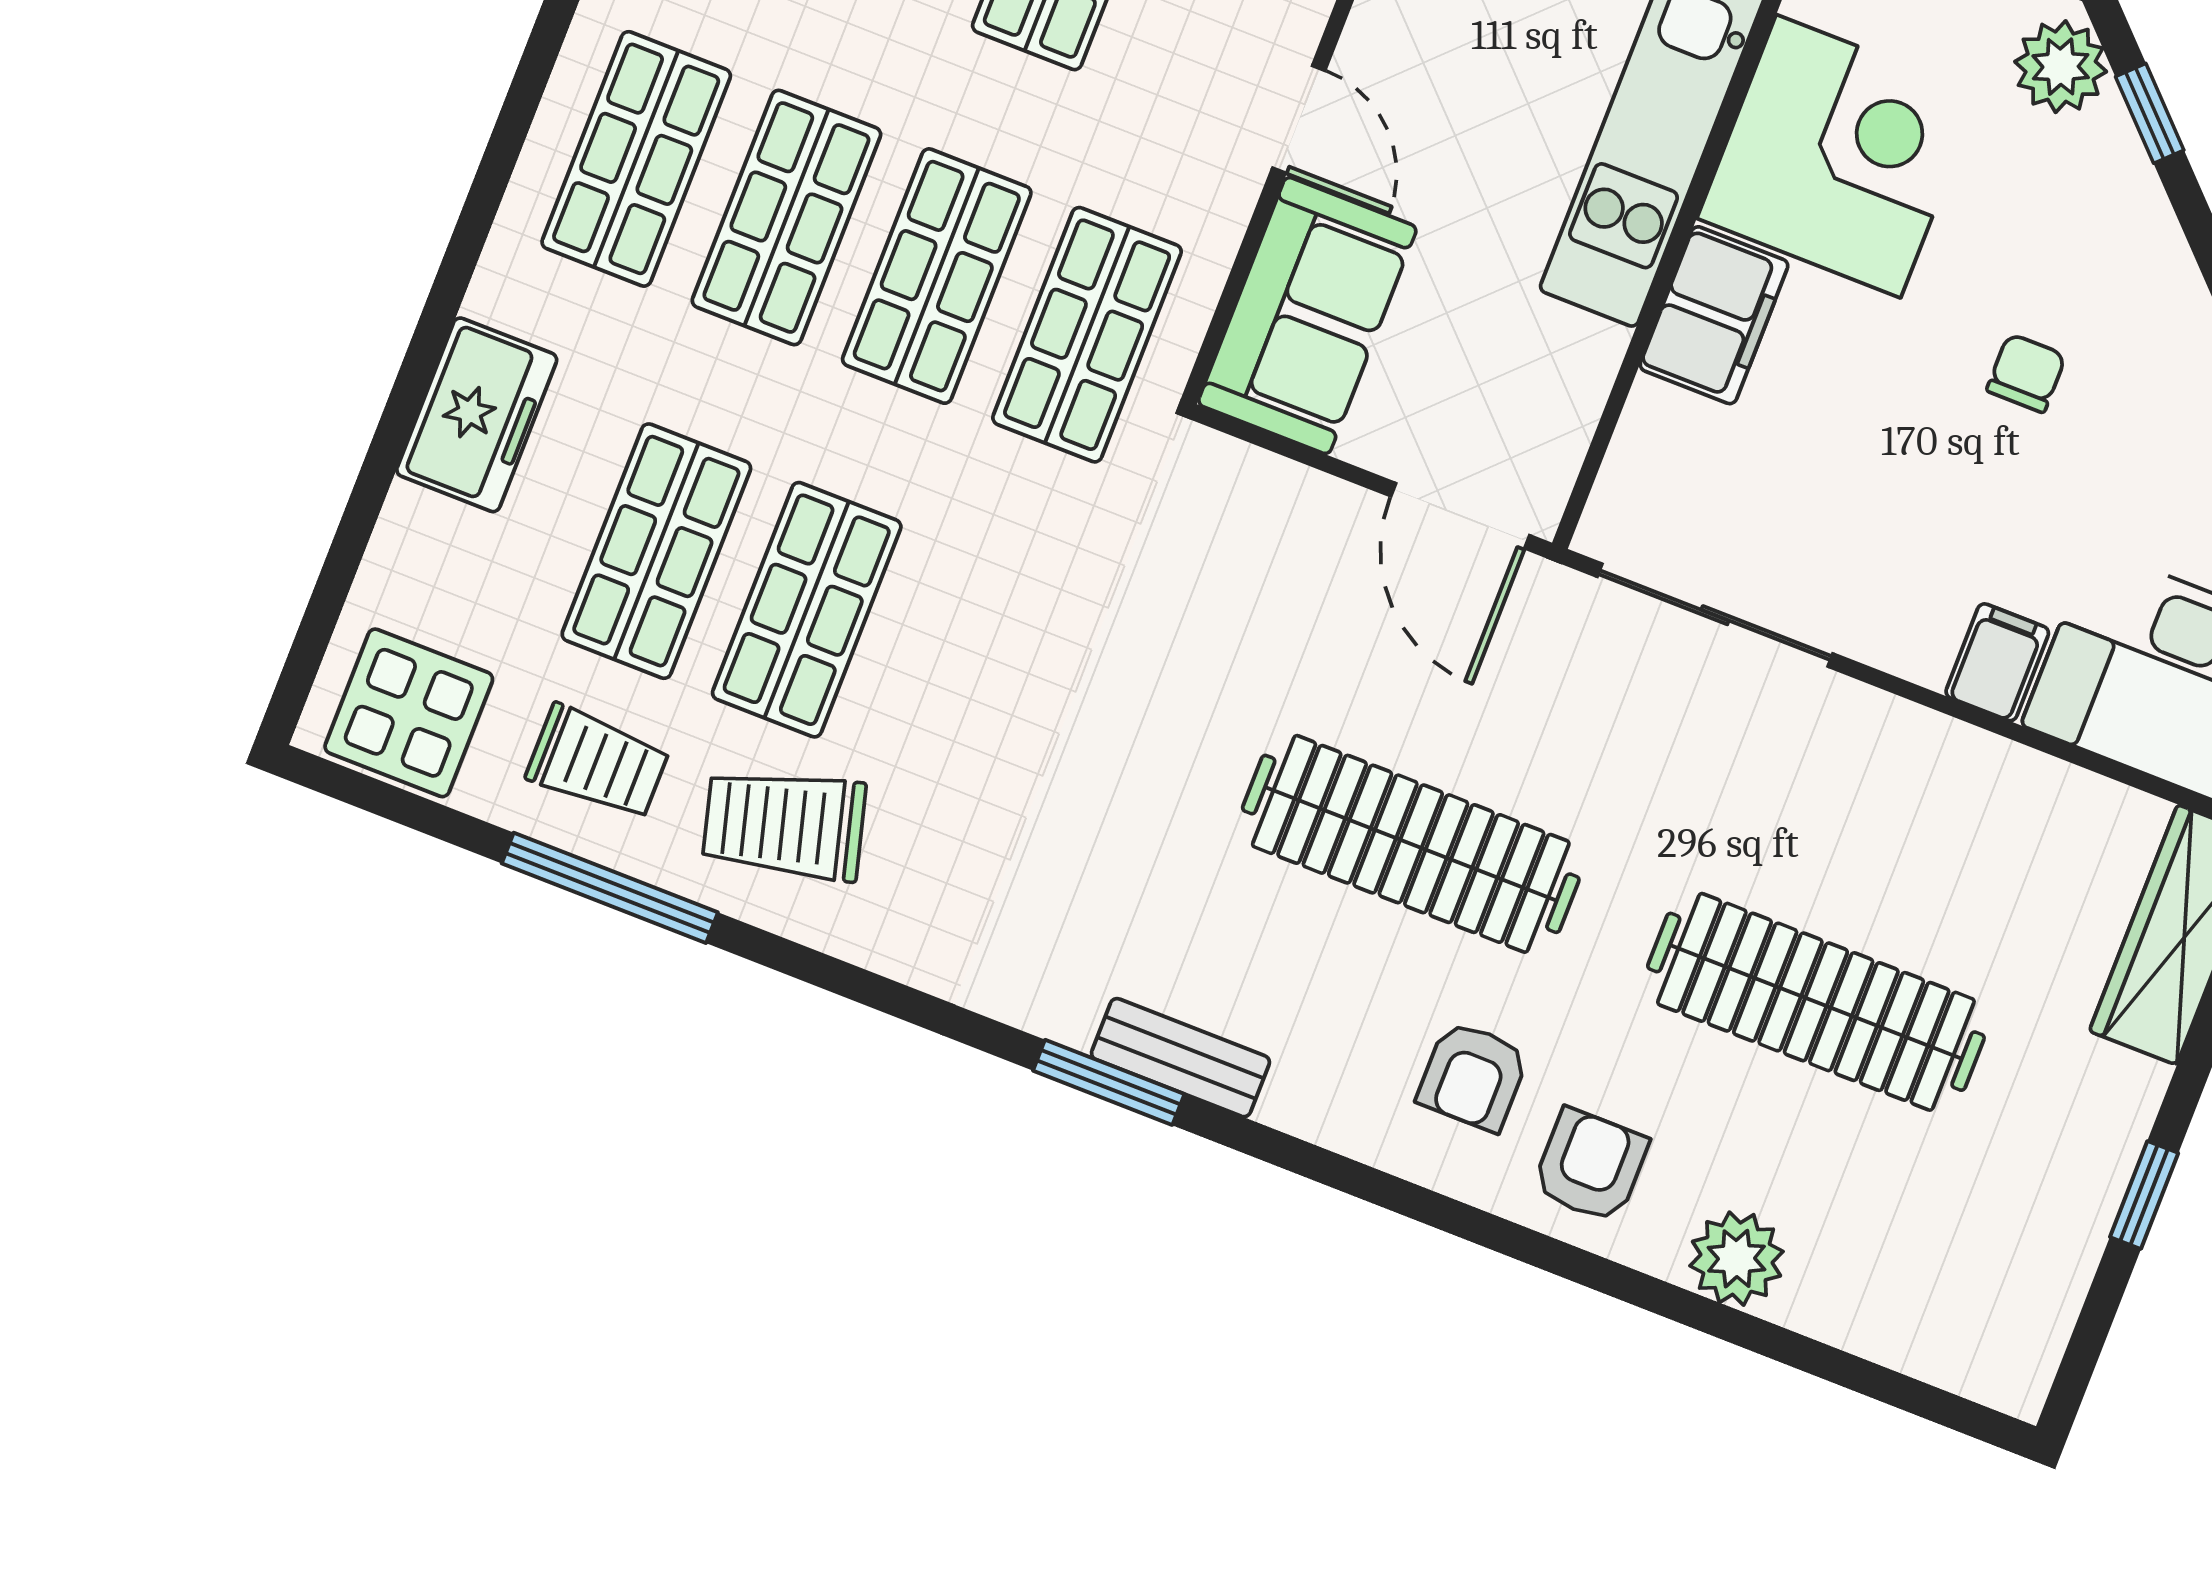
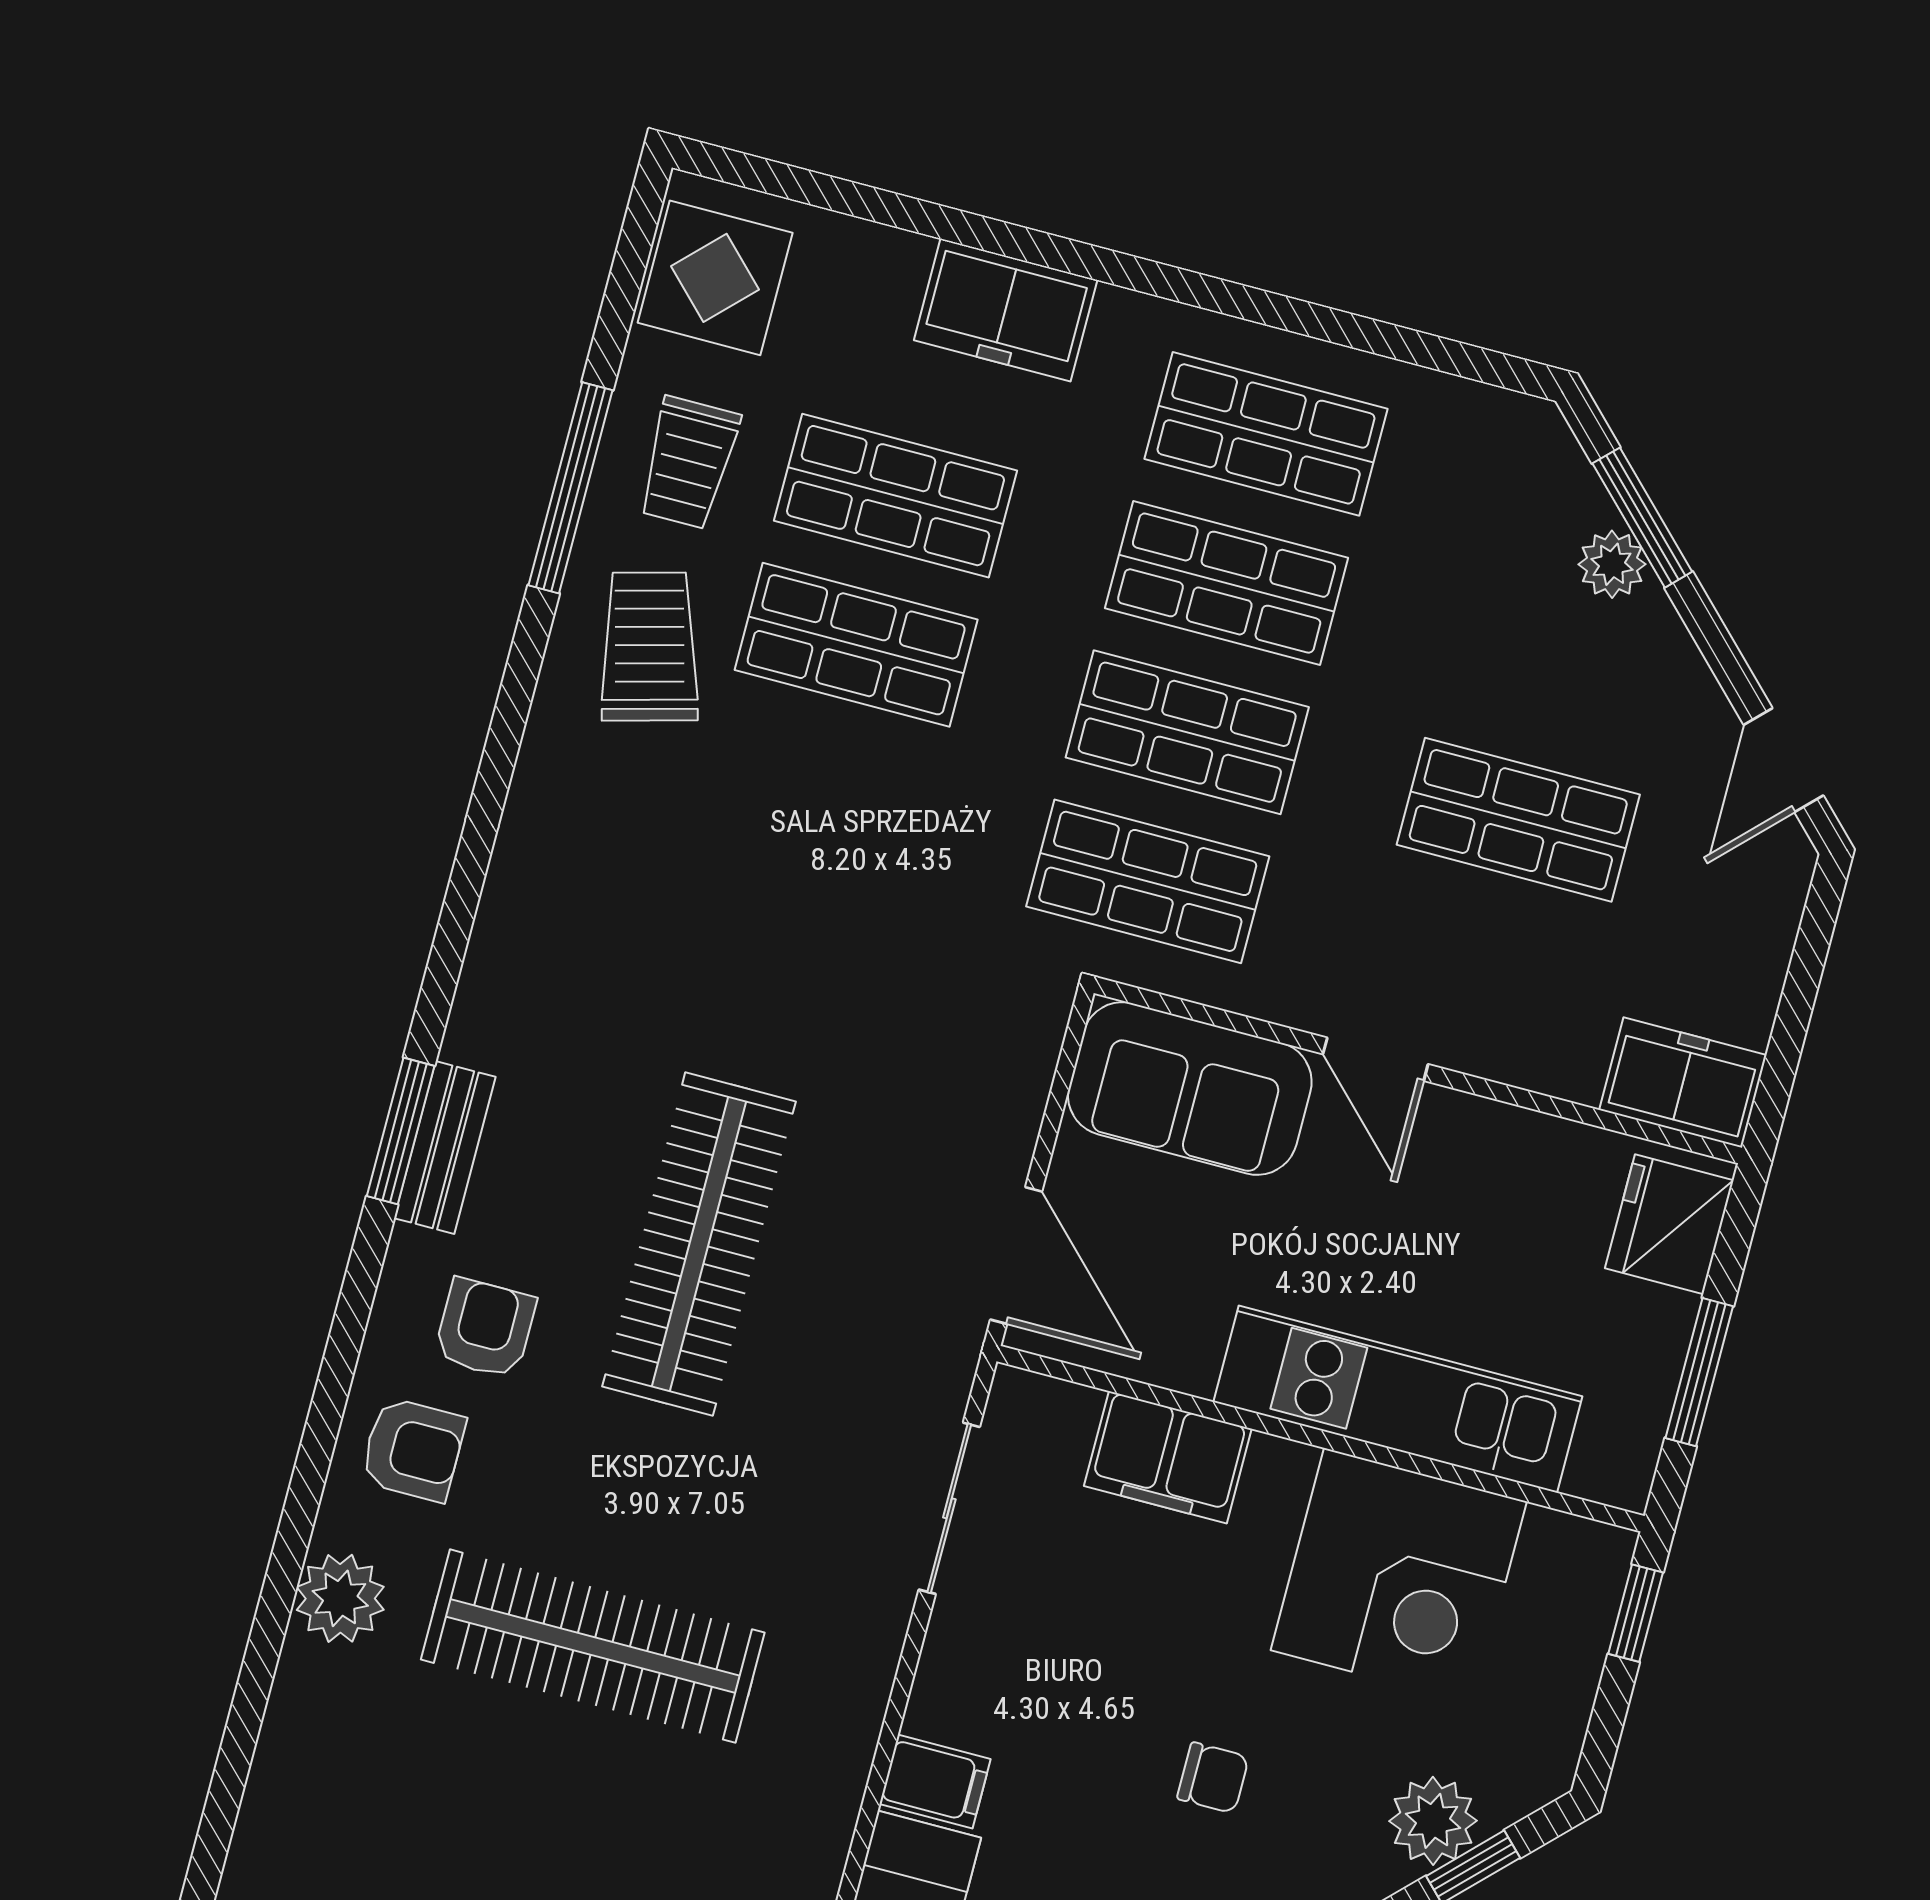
plant: (2061, 67) -> (1433, 1821), moved
door: (1299, 119) -> (1375, 1059), hinge flipped
filing cabinet: (1714, 315) -> (1168, 1457), moved
door: (1460, 516) -> (1016, 1256), swing flipped
sliding door: (1715, 615) -> (949, 1508), width x0.73
clothes rail: (1816, 1002) -> (593, 1646), turned 90
bench: (1180, 1058) -> (445, 1147), moved
armchair: (1473, 1076) -> (485, 1328), turned 90
window: (1109, 1082) -> (401, 1131), moved

